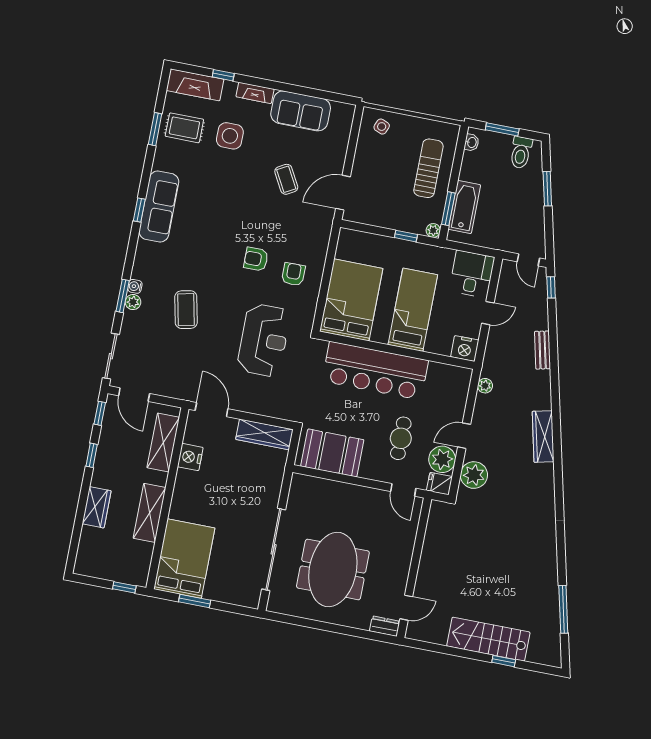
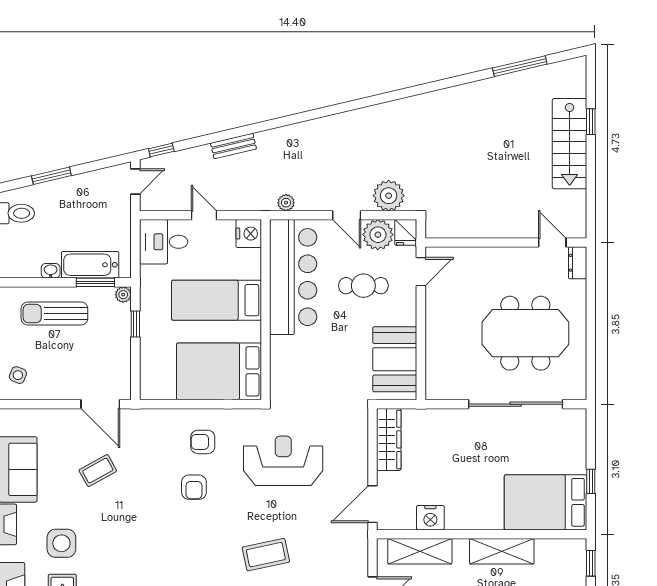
washbasin: (472, 142) -> (51, 271), moved
bar counter: (375, 371) -> (293, 277), moved
wardrobe: (543, 436) -> (330, 126), removed
window: (195, 601) -> (591, 481), width x0.67

